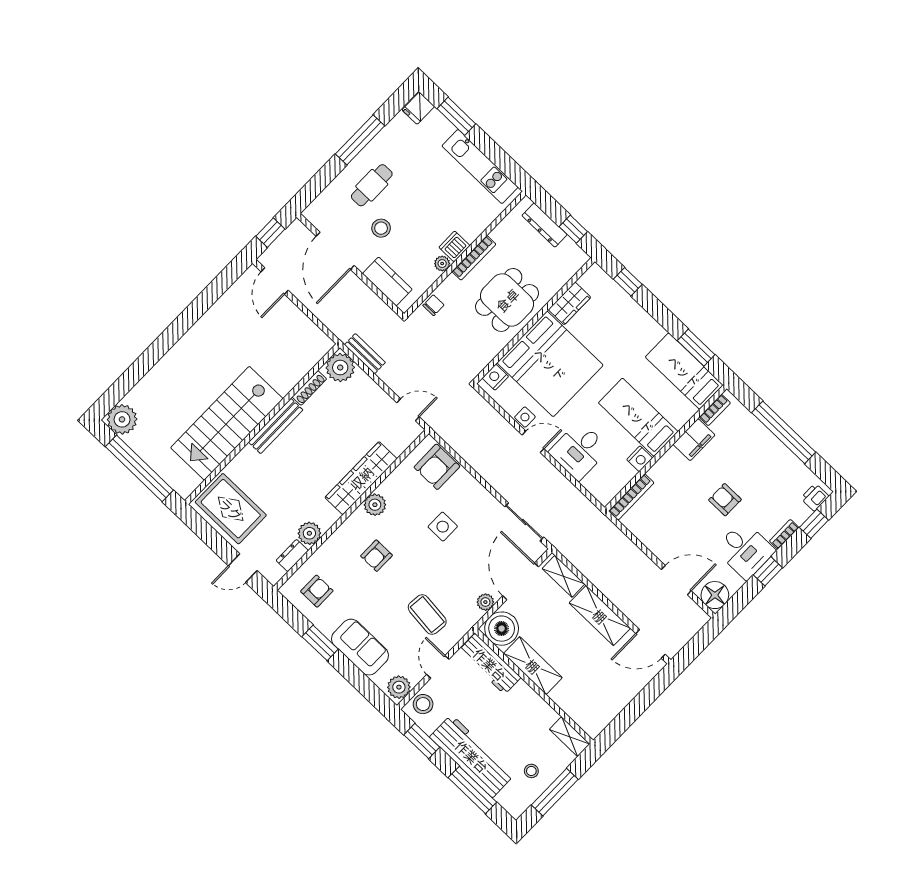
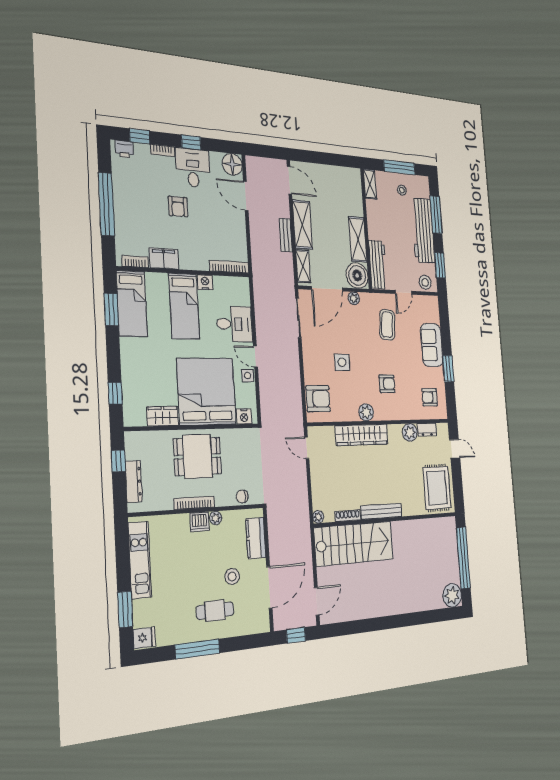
bench: (365, 354) -> (286, 235), moved
plant: (340, 368) -> (318, 517), width x0.53, depth x0.53
stairs: (227, 423) -> (354, 544), moved
plant: (399, 687) -> (430, 304), removed

